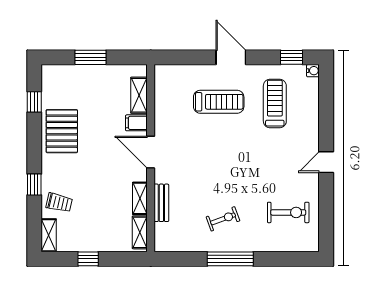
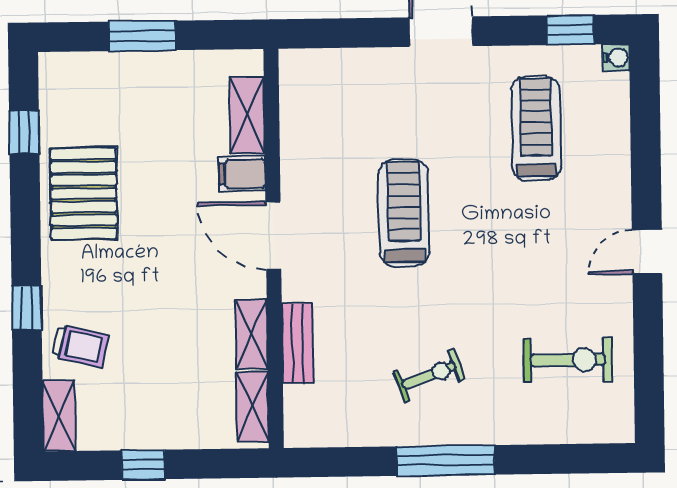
treadmill: (219, 102) -> (404, 213), moved, turned -90

